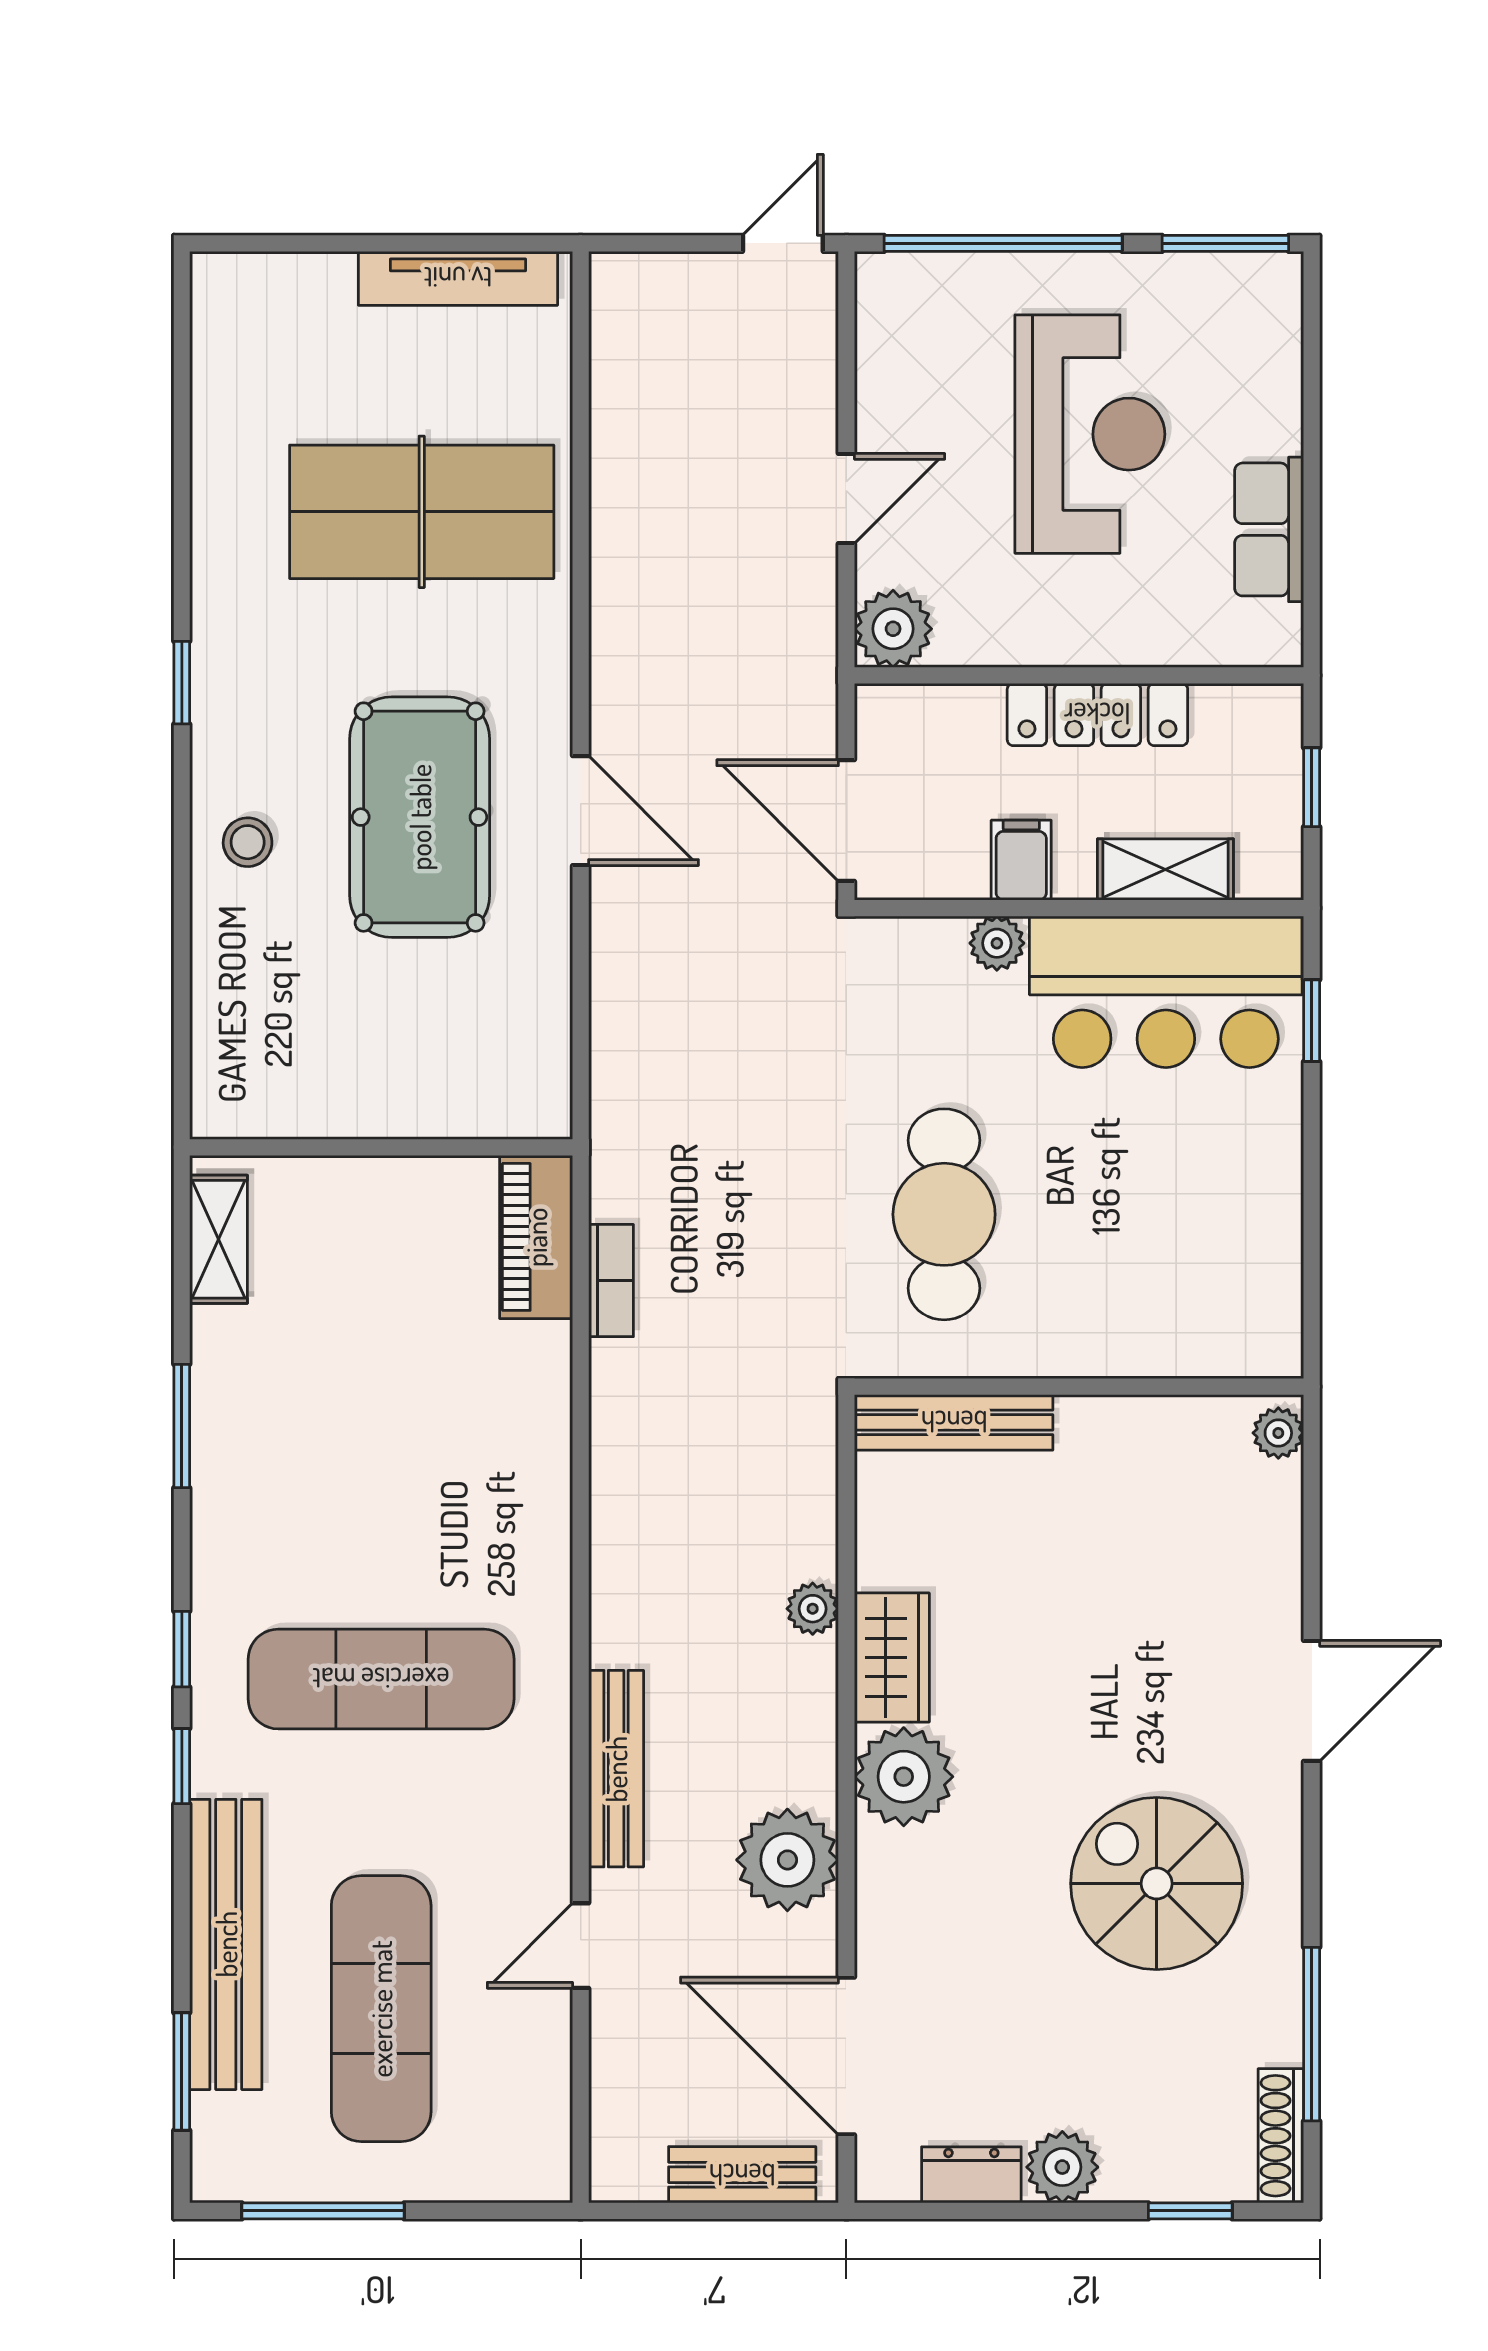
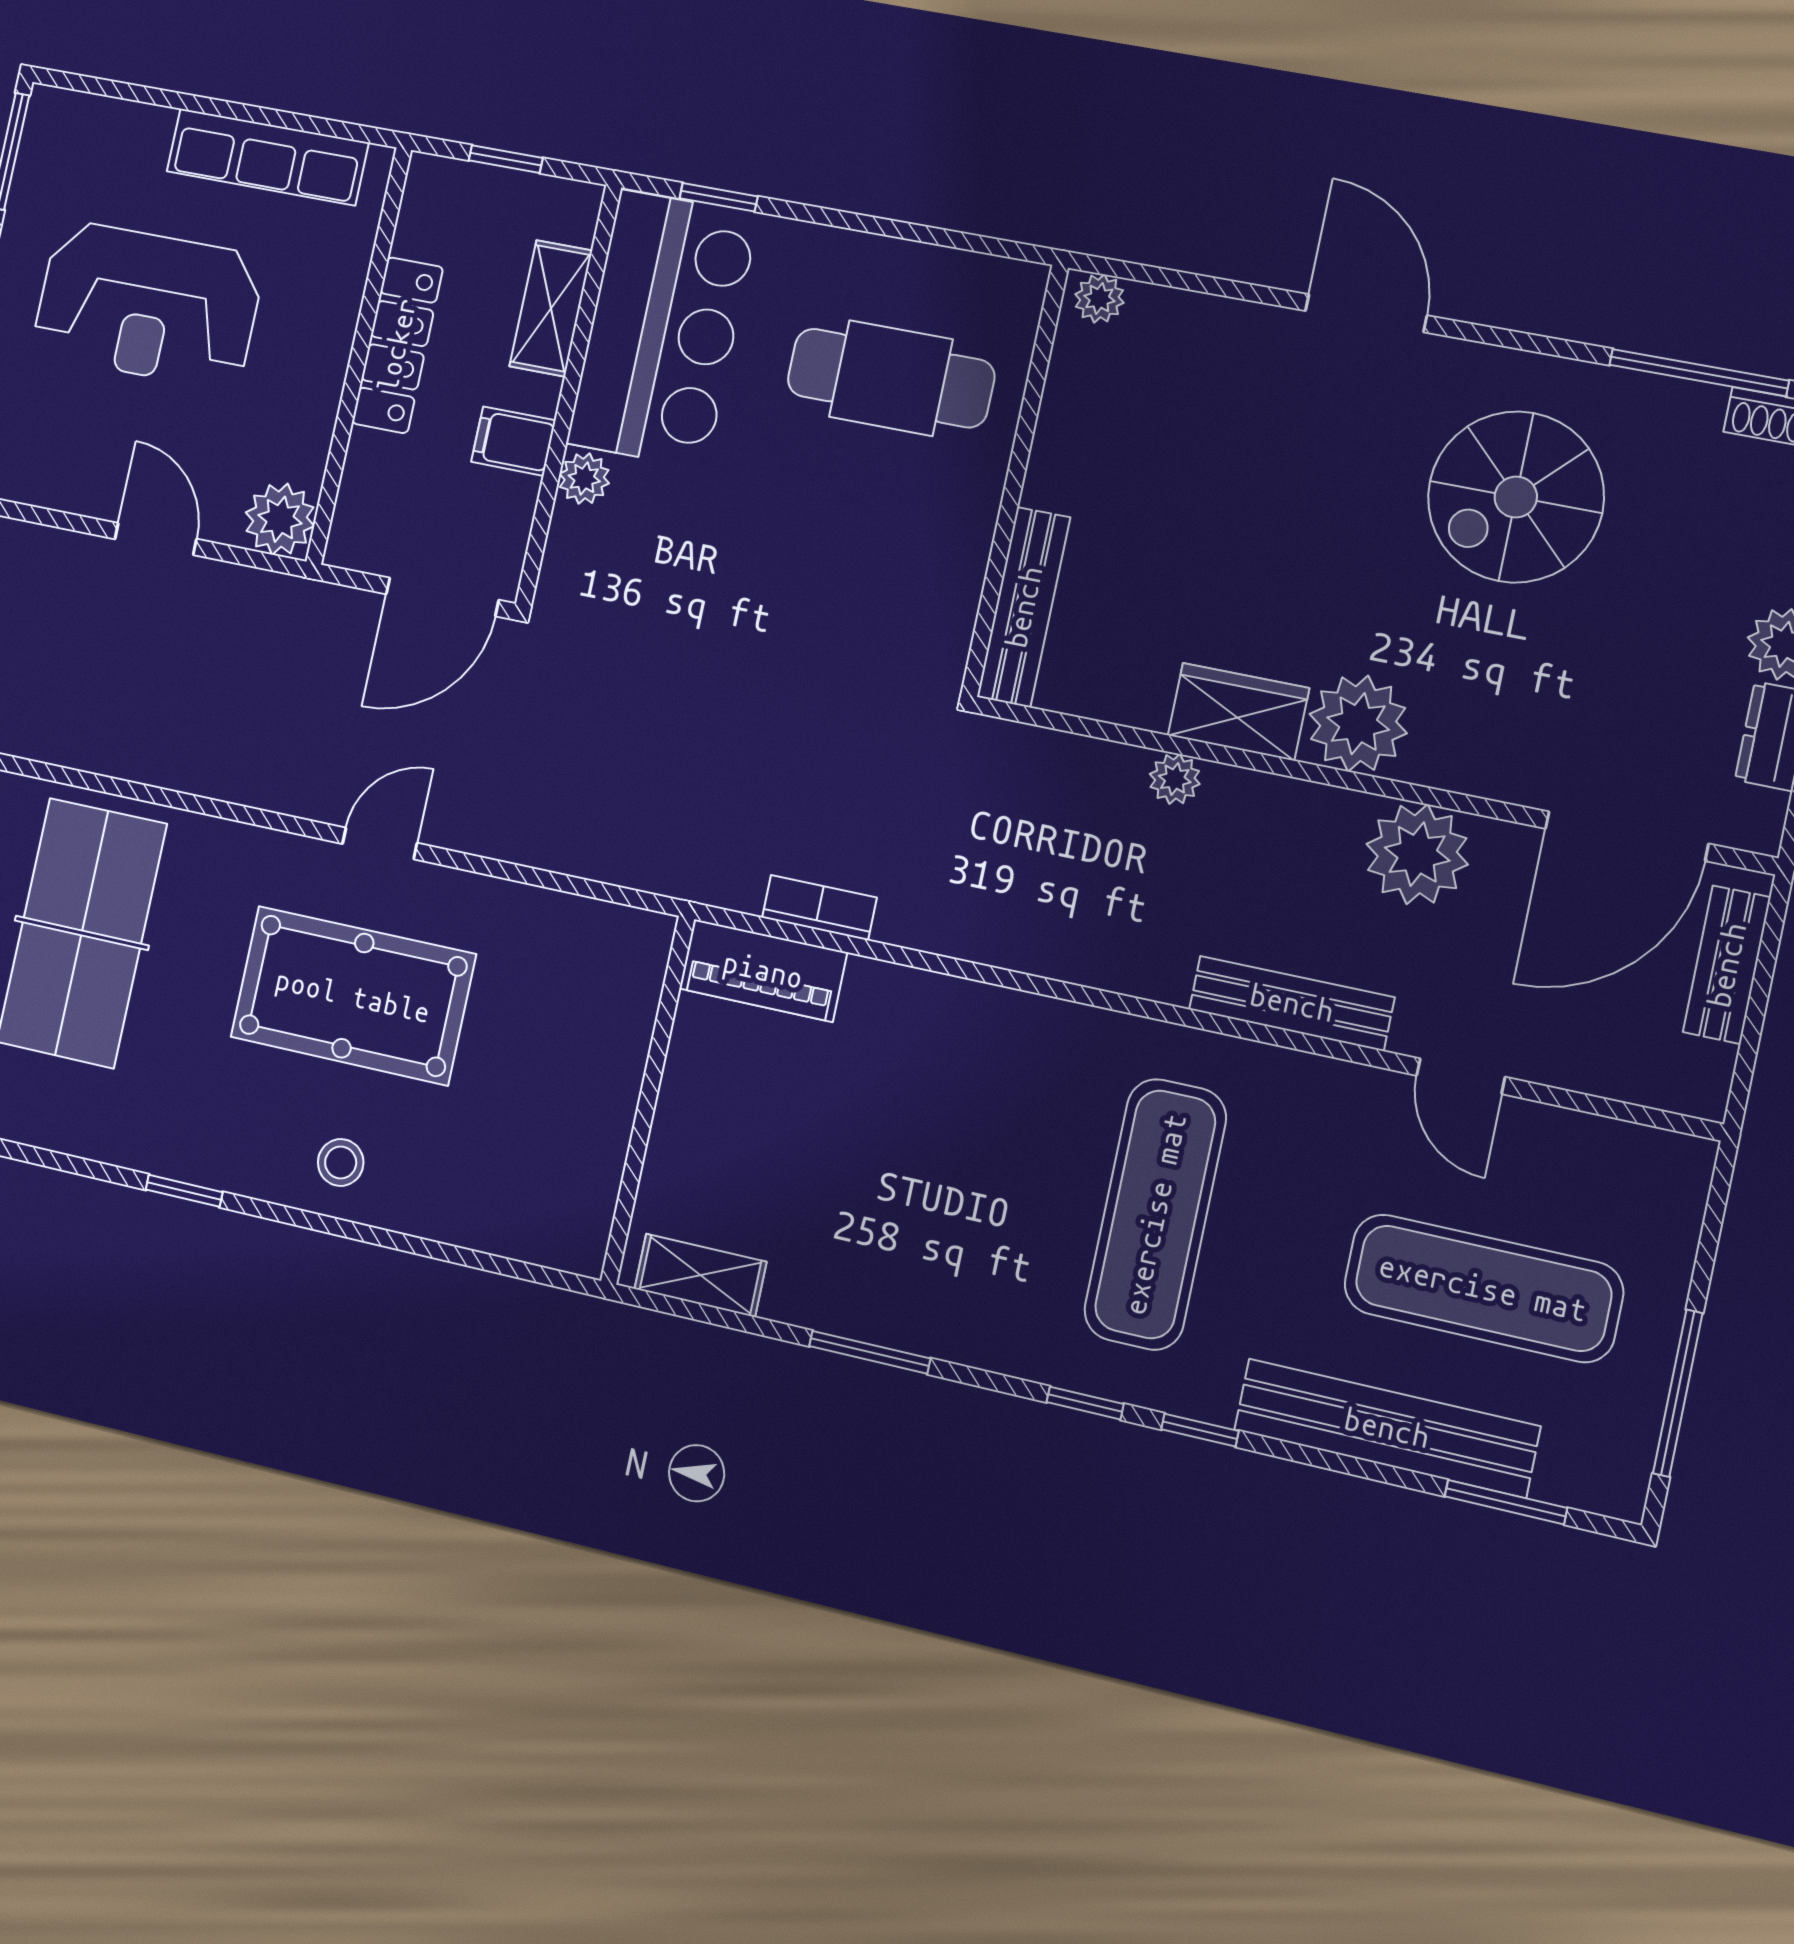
reception desk: (1090, 434) -> (148, 305), turned 180
row of seats: (1269, 529) -> (267, 157), width x1.48
door: (581, 811) -> (380, 843), width x0.73
cafe table: (944, 1214) -> (891, 378), moved

